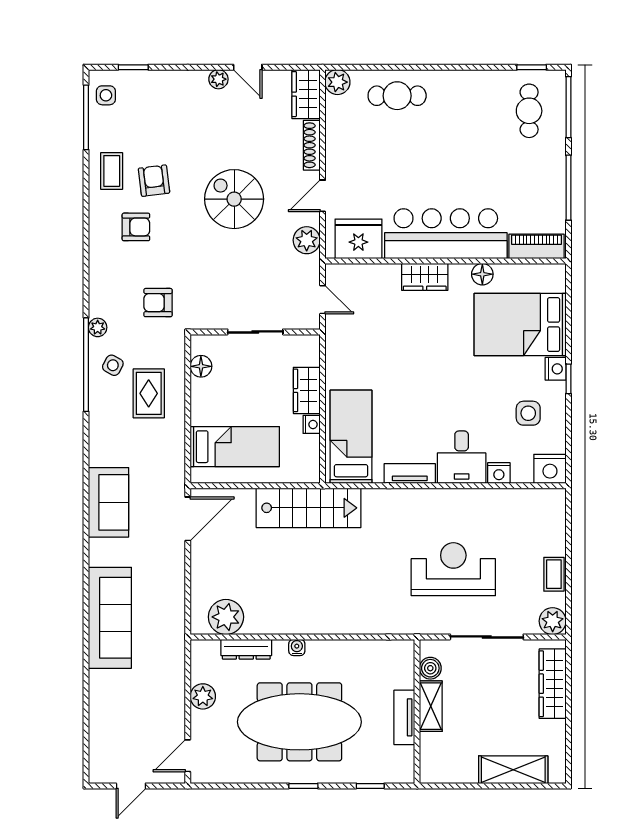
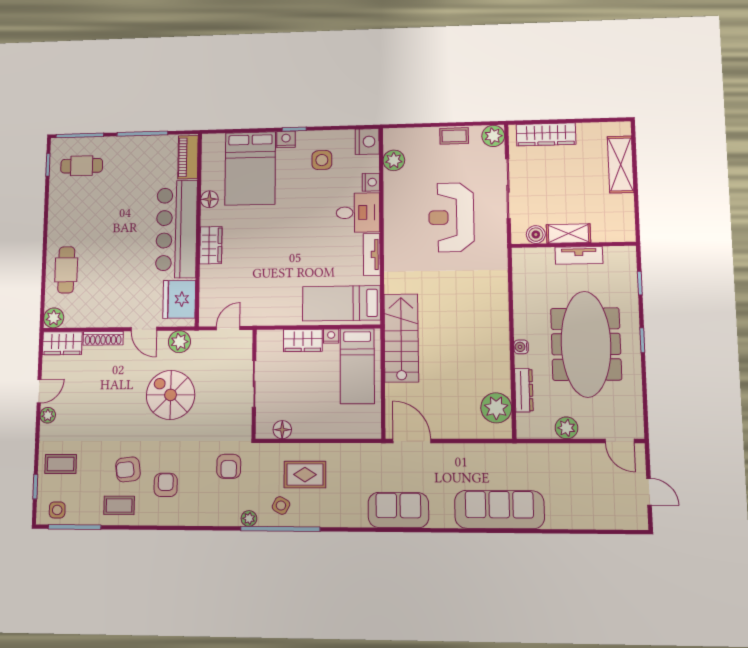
coffee table: (160, 98) -> (61, 464), added
spiral stairs: (234, 199) -> (171, 395), moved, turned 90
bed: (235, 447) -> (357, 366), moved, turned 180
plant: (525, 501) -> (394, 160), added

